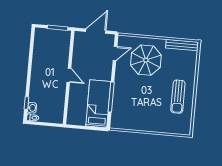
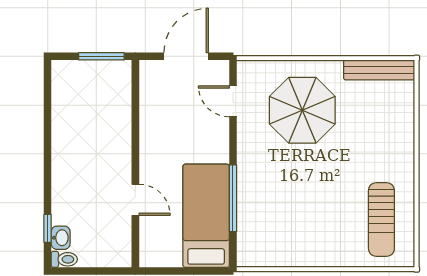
door: (115, 53) -> (233, 101), swing flipped
door: (69, 75) -> (135, 200), moved
sun lounger: (178, 97) -> (381, 219), moved

